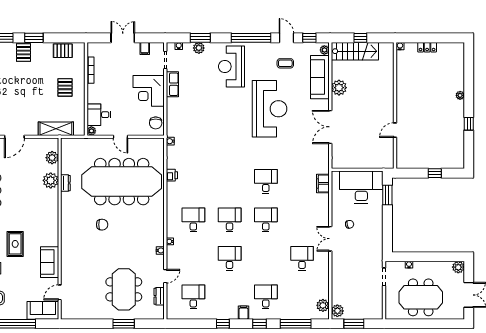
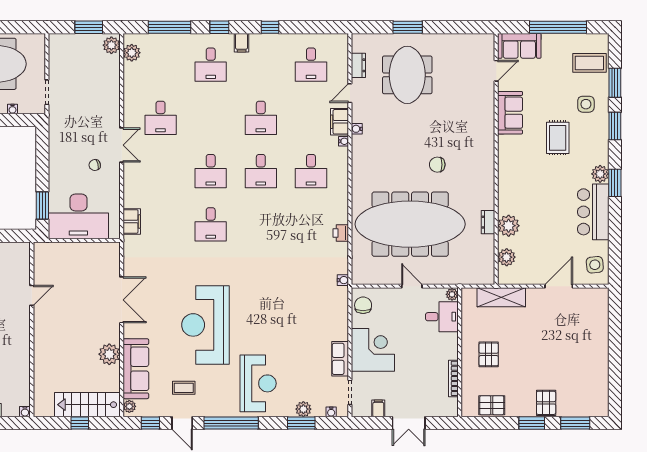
filing cabinet: (173, 255) -> (340, 122), added

